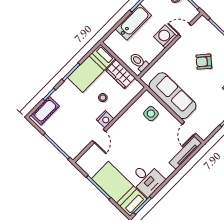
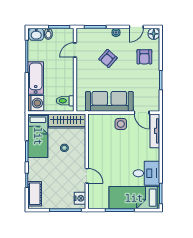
washing machine: (165, 36) -> (36, 103), moved, turned 180
wardrobe: (120, 74) -> (67, 121), width x1.50
side table: (151, 114) -> (121, 124), moved
nightstand: (105, 119) -> (80, 198), moved

